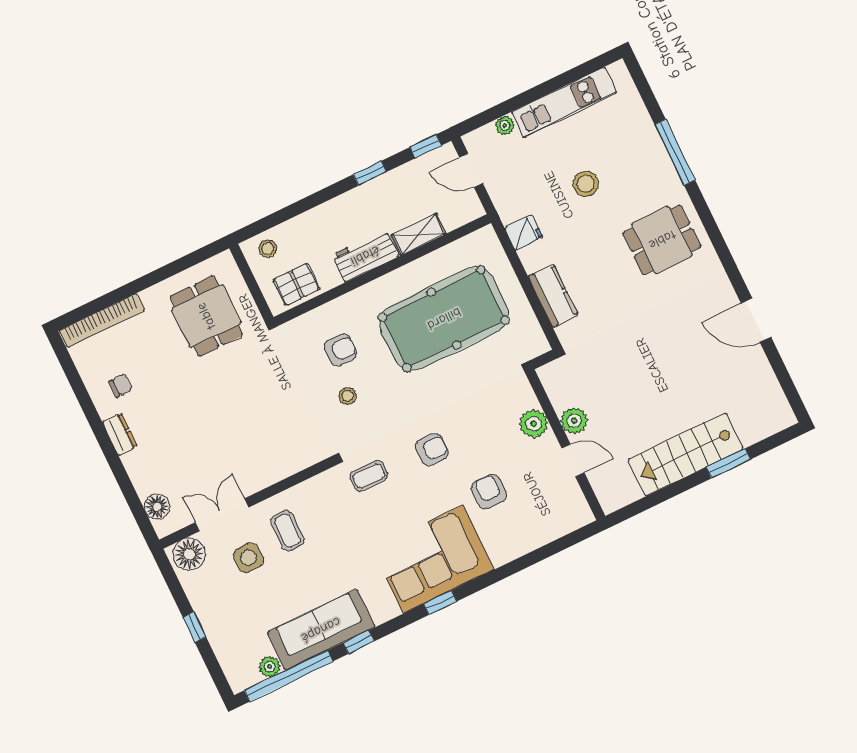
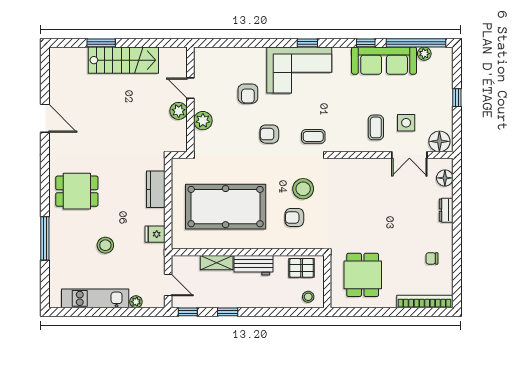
stool: (348, 396) -> (303, 189), width x1.89, depth x1.89
dresser: (120, 434) -> (446, 210), moved

